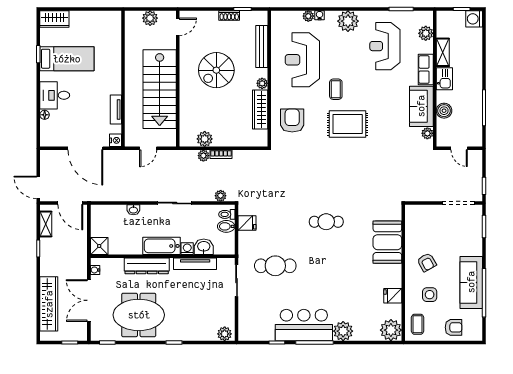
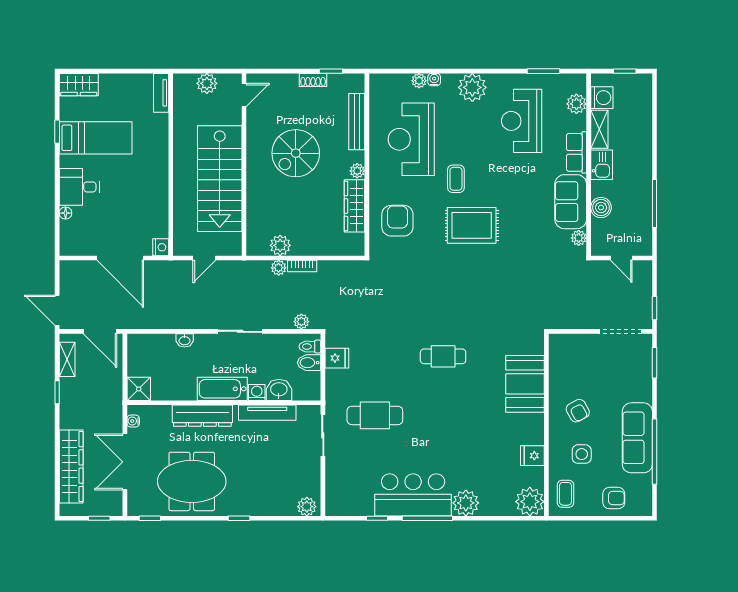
washing machine: (474, 19) -> (602, 98), moved, turned 180
tv unit: (116, 110) -> (161, 93), moved

